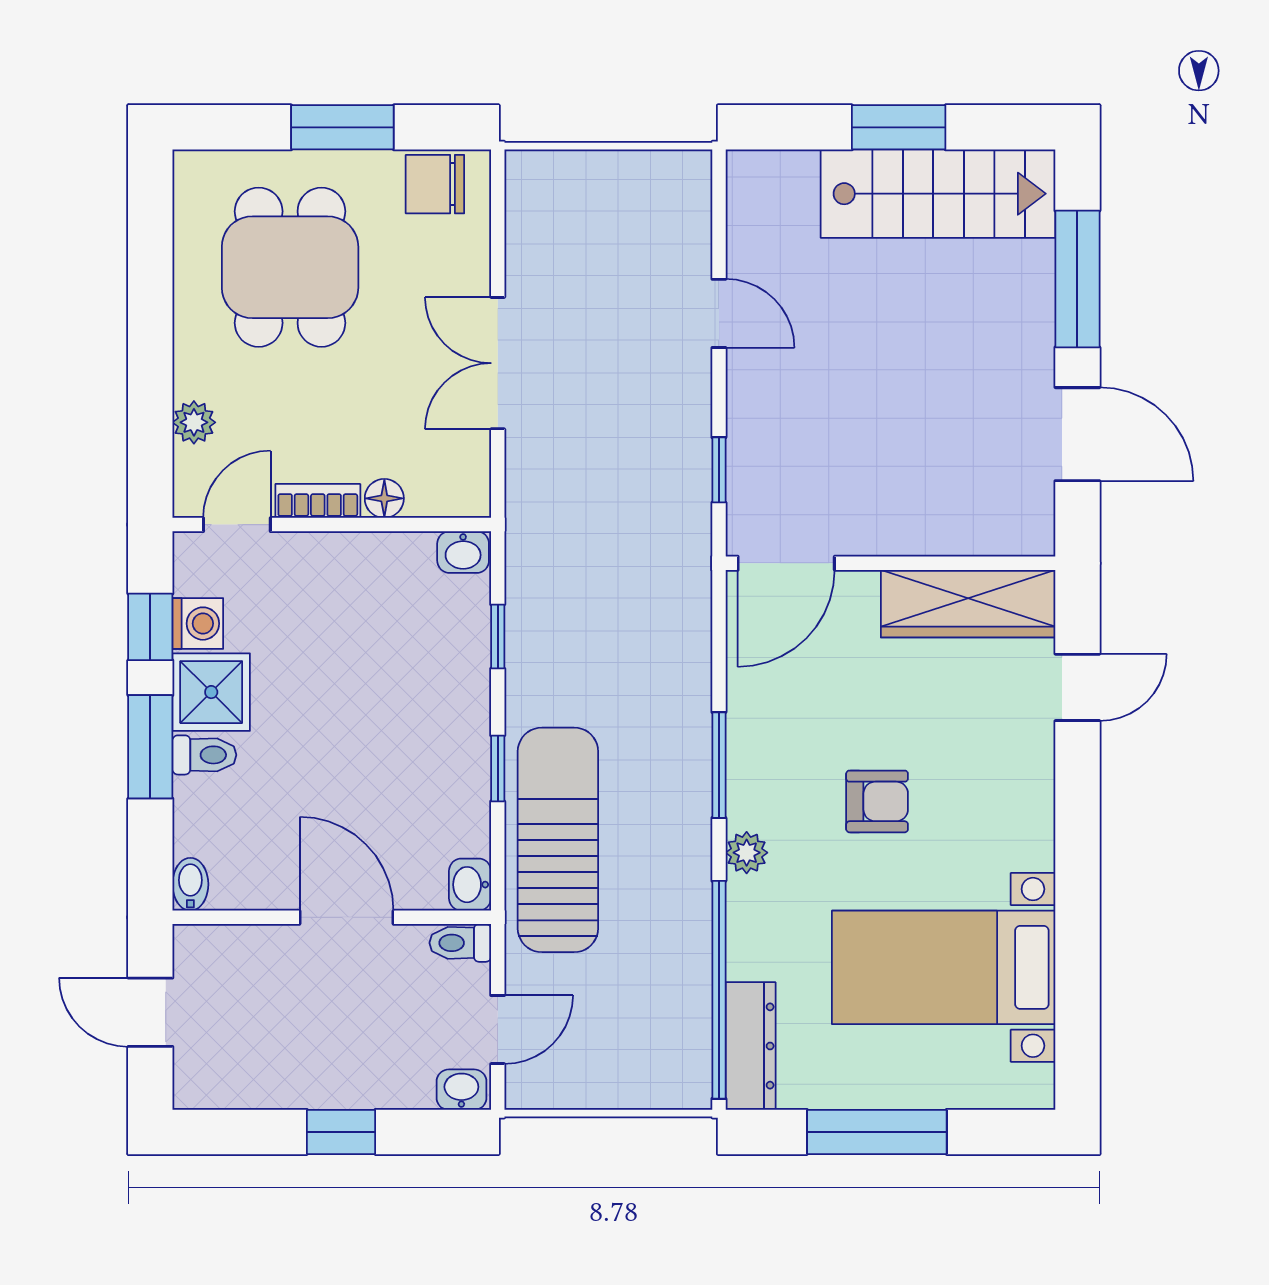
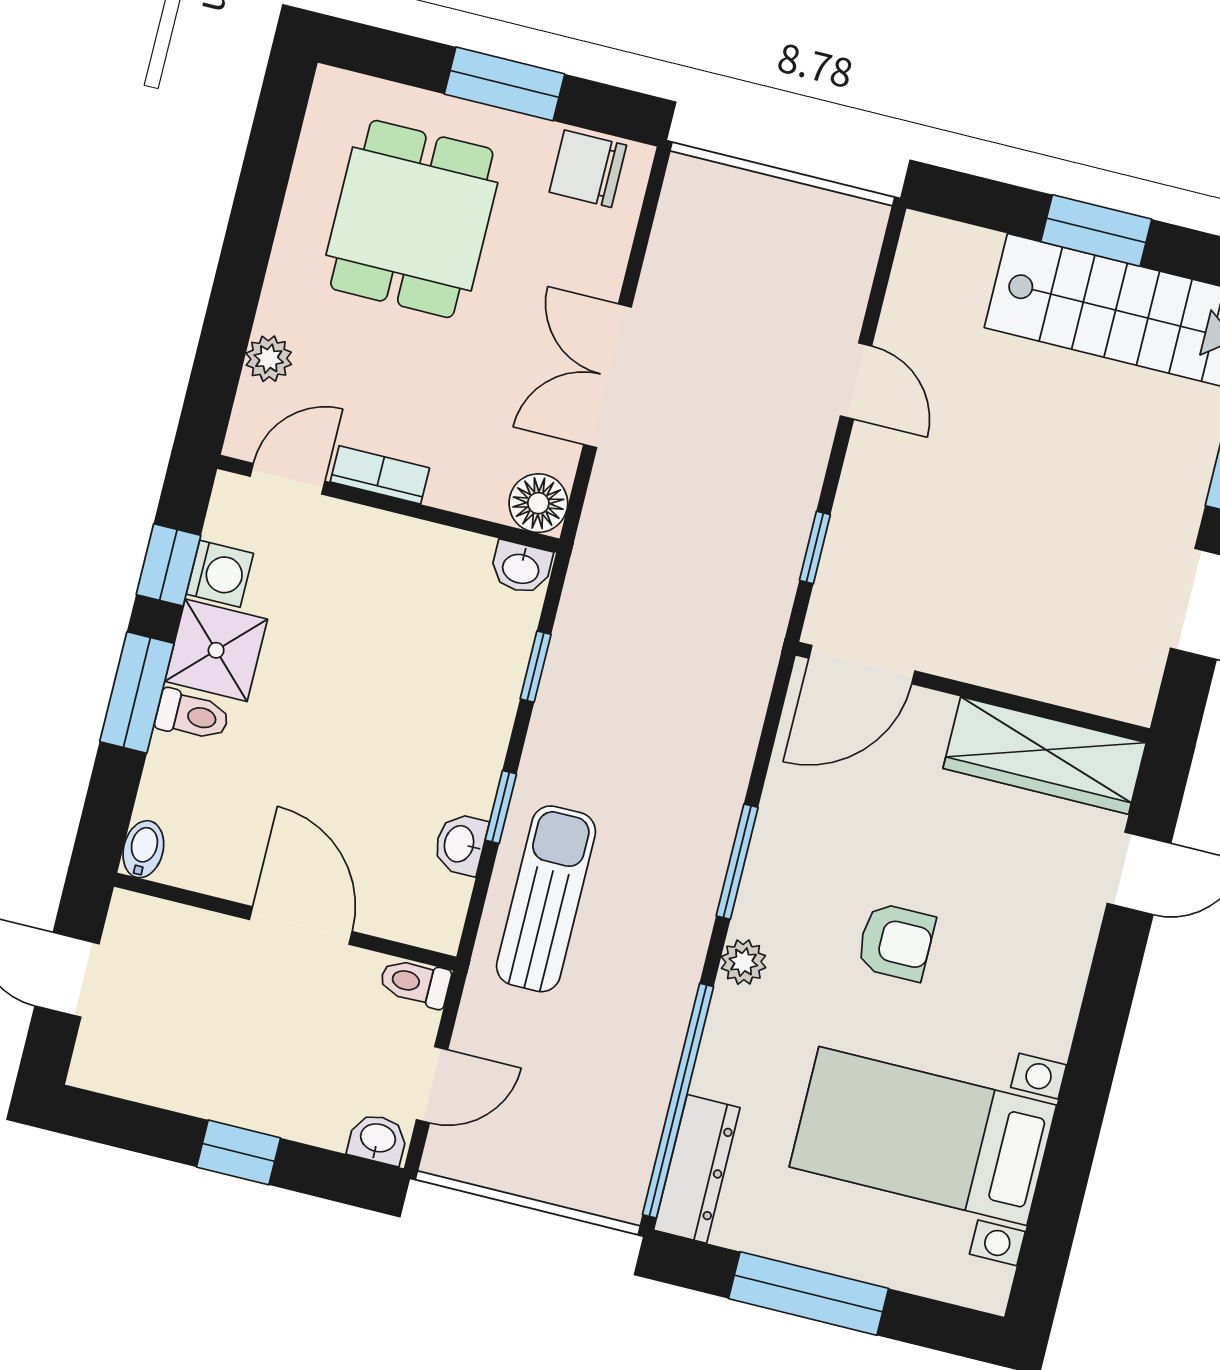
floor lamp: (384, 498) -> (538, 503), moved, width x1.37, depth x1.37
sun lounger: (558, 840) -> (546, 899), width x0.73, depth x0.75
washbasin: (470, 885) -> (460, 844), moved

